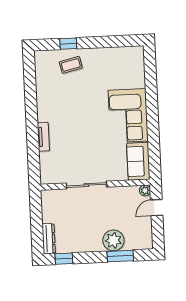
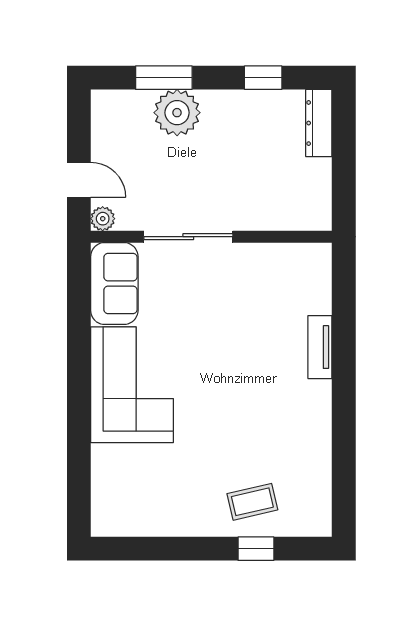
sliding door: (86, 185) -> (188, 237), moved
door: (157, 208) -> (79, 180), hinge flipped
window: (64, 259) -> (263, 78), moved

